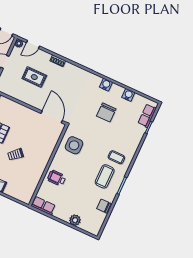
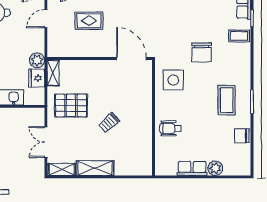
chair: (106, 112) -> (202, 52), moved
coffee table: (116, 157) -> (239, 36), moved
row of seats: (43, 206) -> (192, 168), moved

